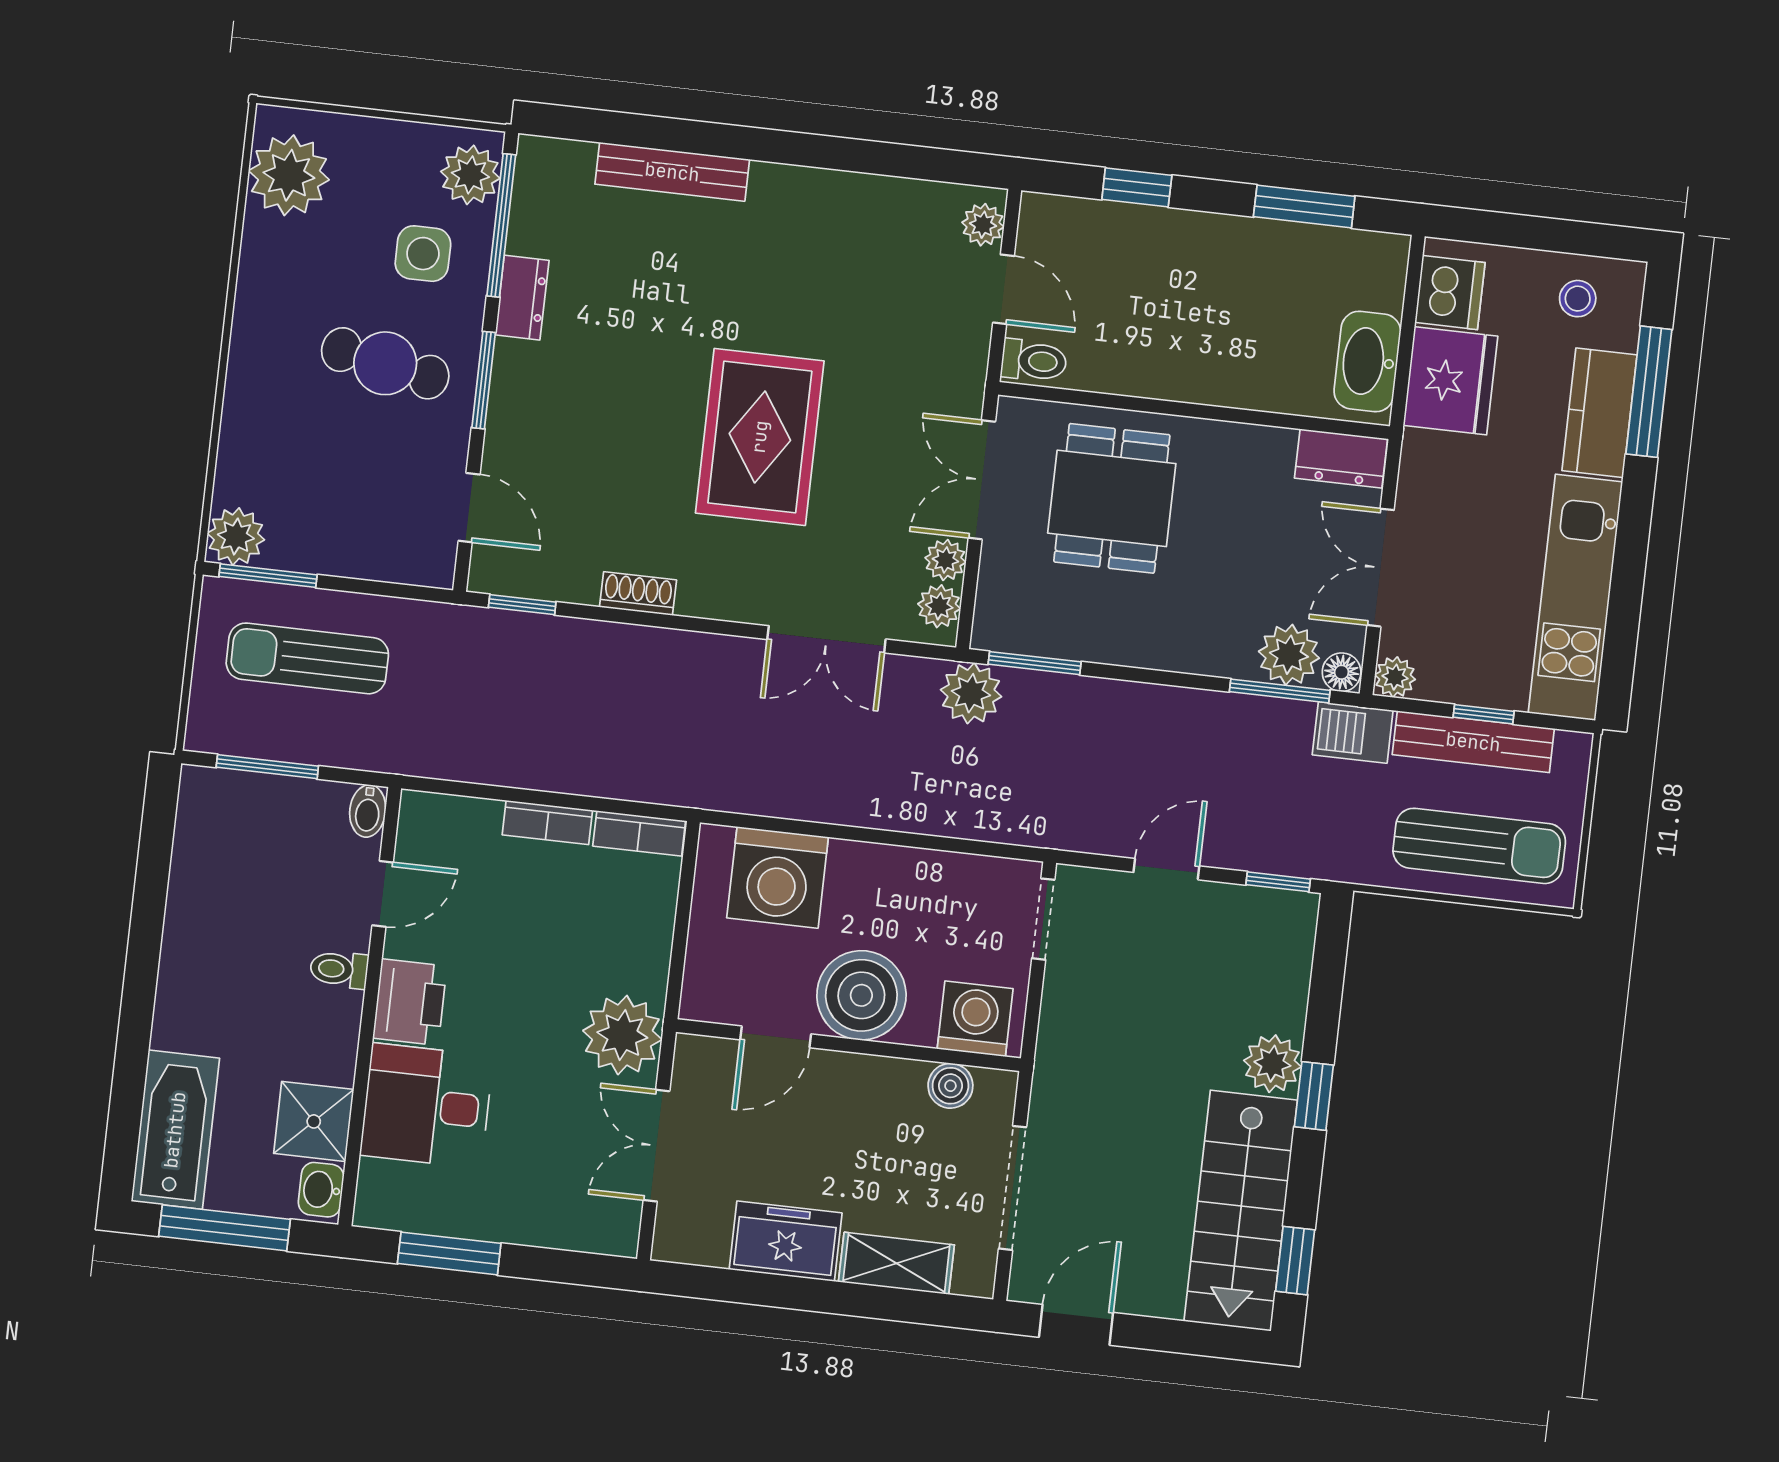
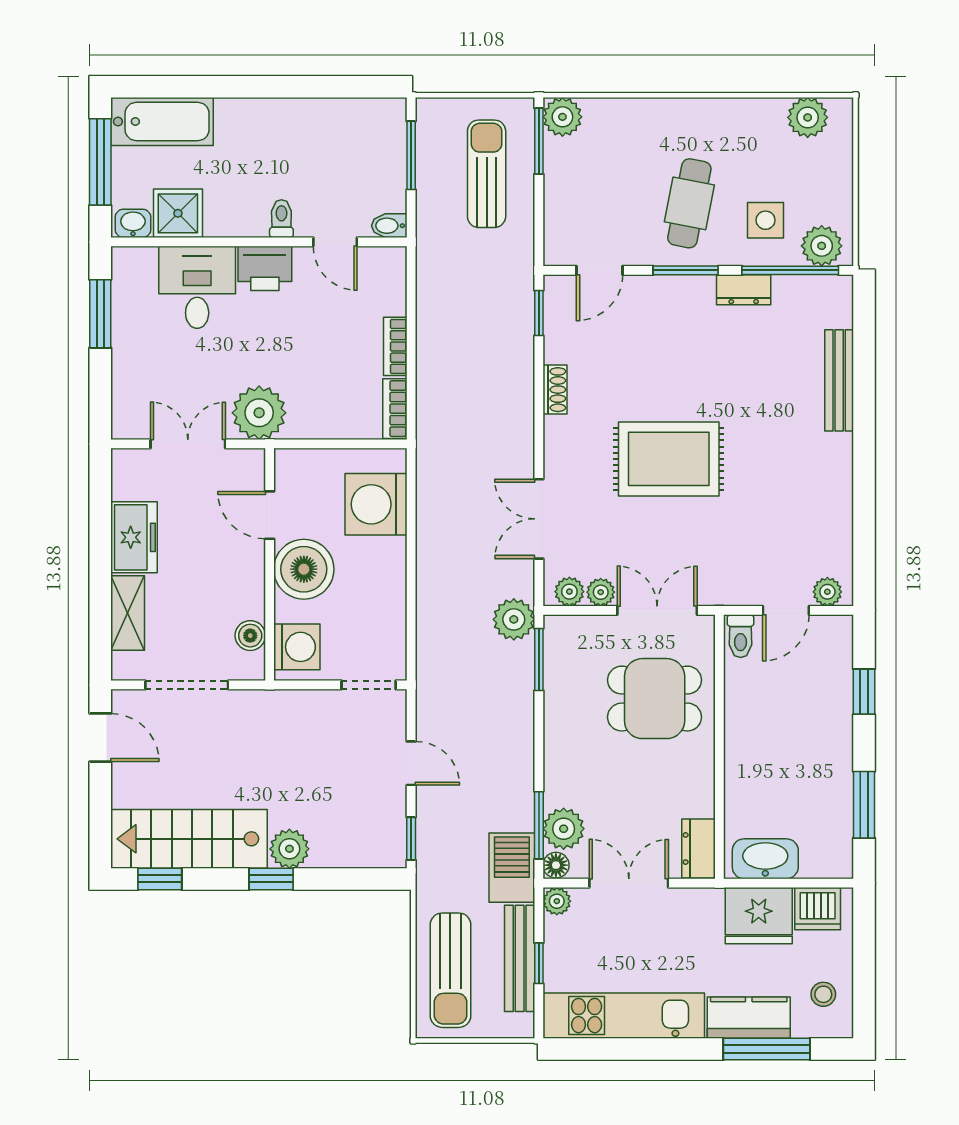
plant: (289, 175) -> (808, 117), width x0.73, depth x0.73
barbecue: (1353, 733) -> (512, 868), width x1.38, depth x1.27

